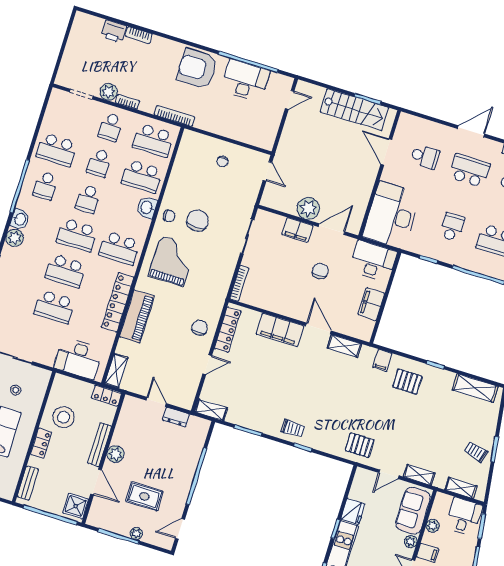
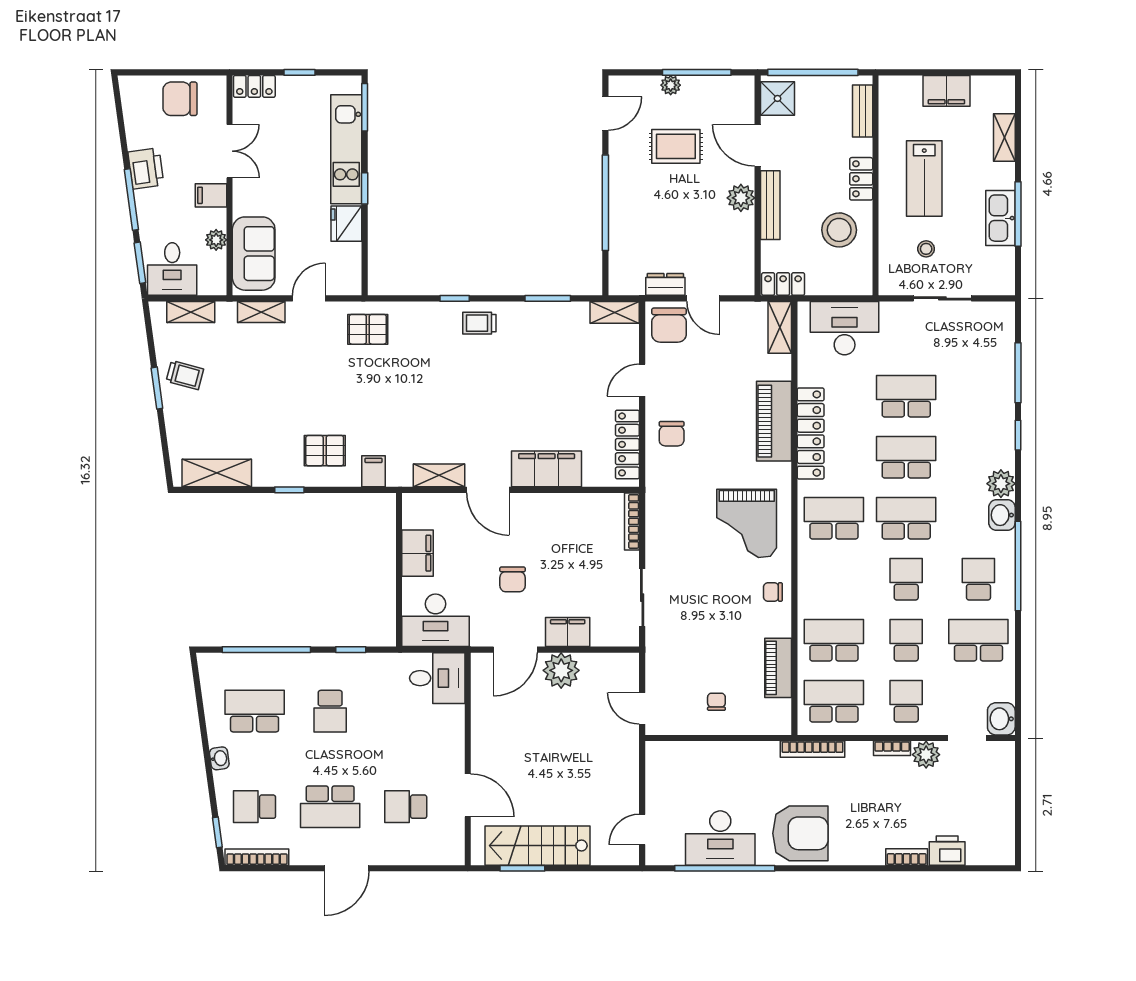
piano: (180, 170) -> (778, 668), added
washbasin: (147, 207) -> (1001, 719), moved, turned 180
desk: (392, 215) -> (437, 678), width x0.53, depth x0.77
chair: (198, 221) -> (669, 325), moved
plant: (411, 542) -> (242, 205), removed

